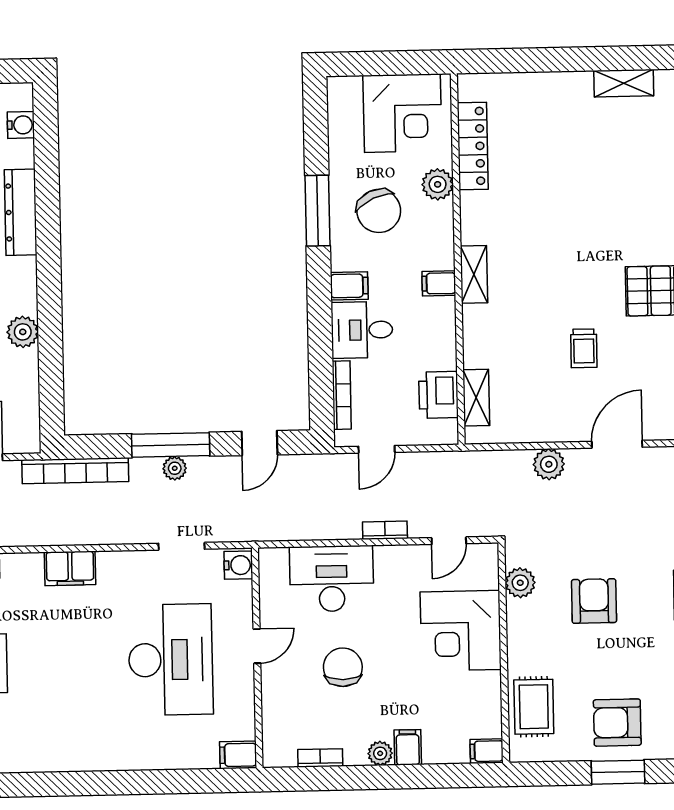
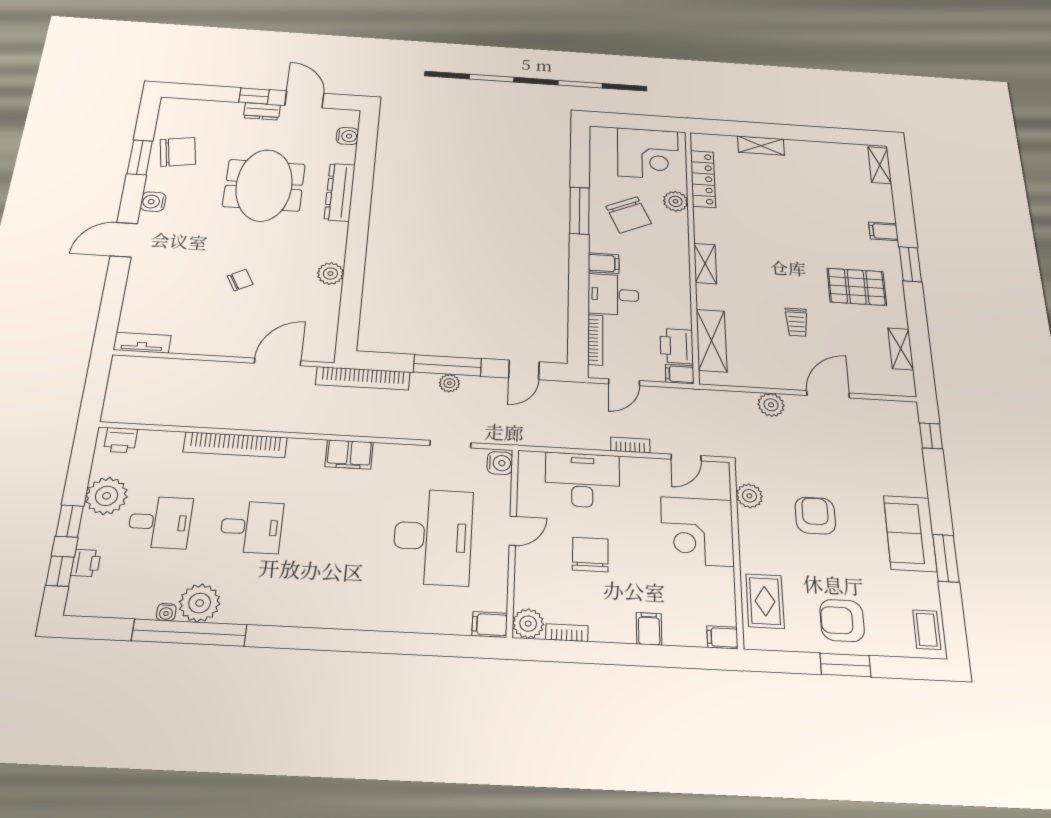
shelving: (624, 83) -> (761, 146), moved
filing cabinet: (439, 283) -> (680, 374), moved
shelving: (476, 398) -> (712, 341), width x1.50, depth x1.33
plant: (380, 753) -> (528, 624), moved, width x1.38, depth x1.38

